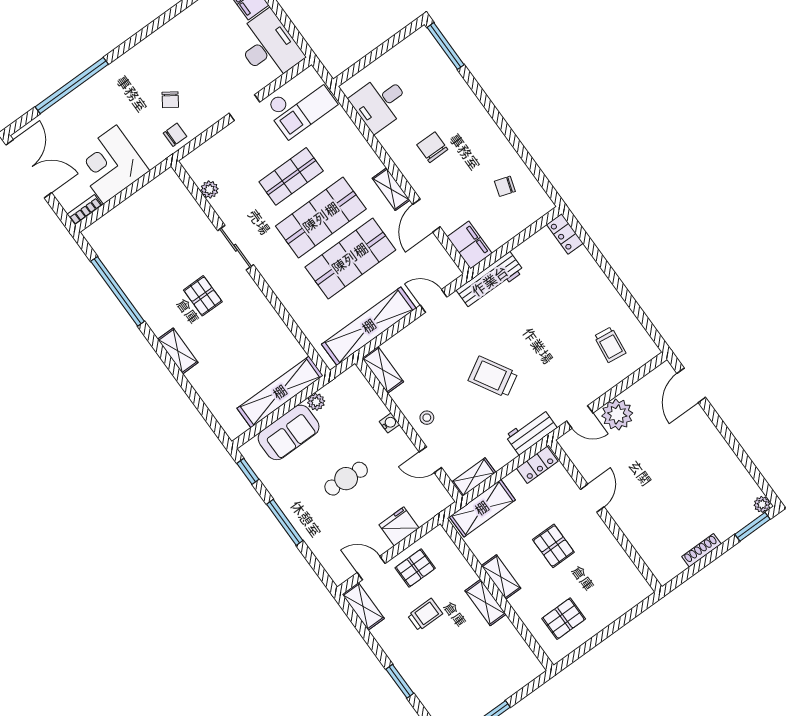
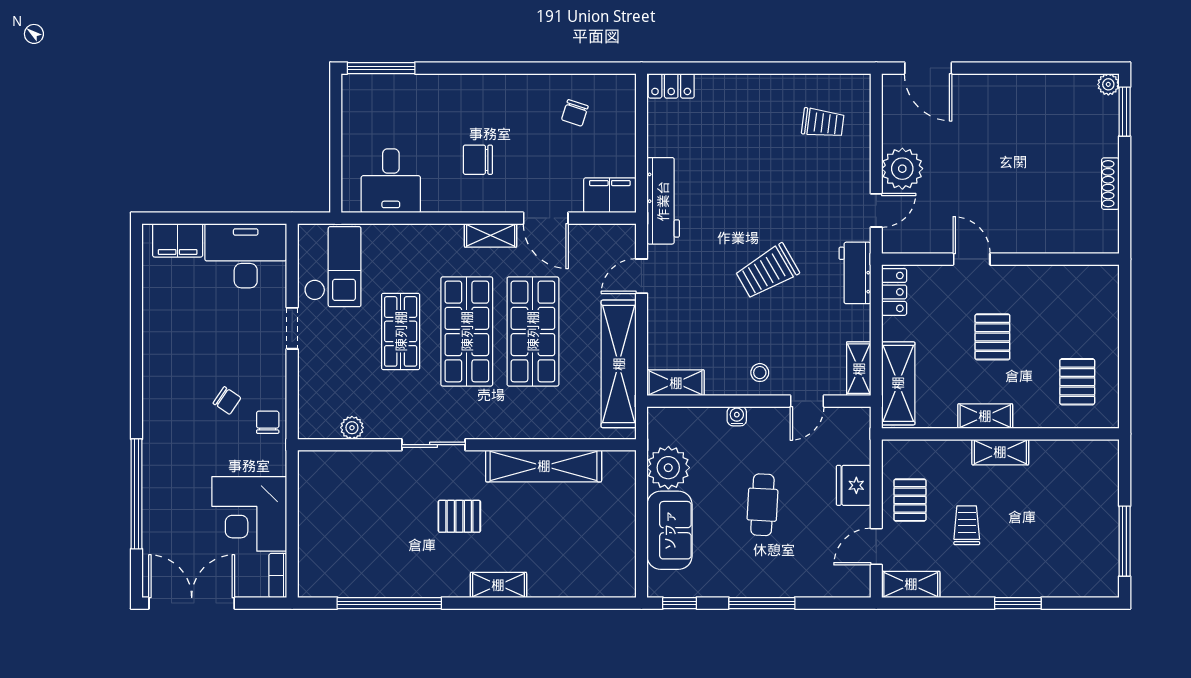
shelving: (280, 392) -> (544, 466), moved, turned 90
plant: (316, 402) -> (668, 468), width x1.88, depth x1.88
pallet: (553, 546) -> (992, 337), turned 90

